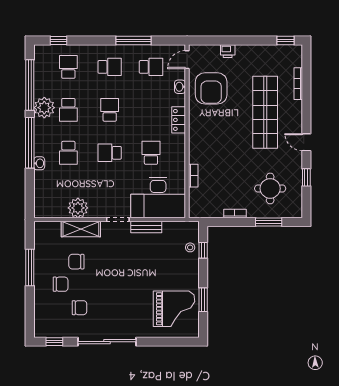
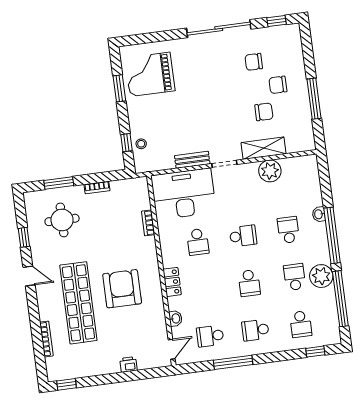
armchair: (211, 88) -> (122, 289), moved

